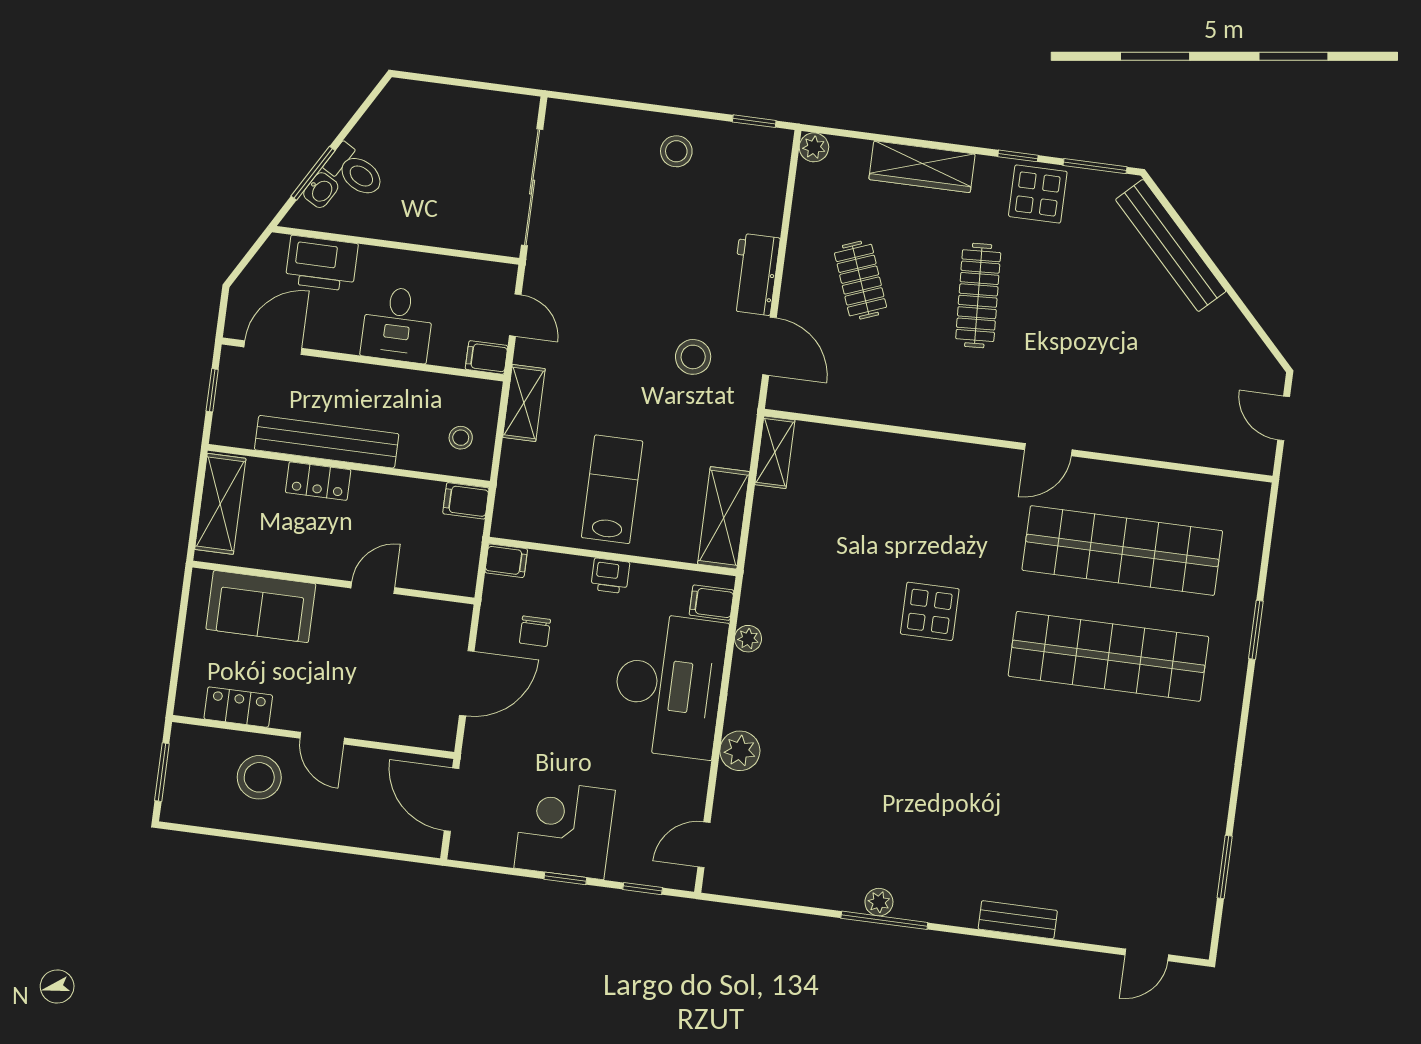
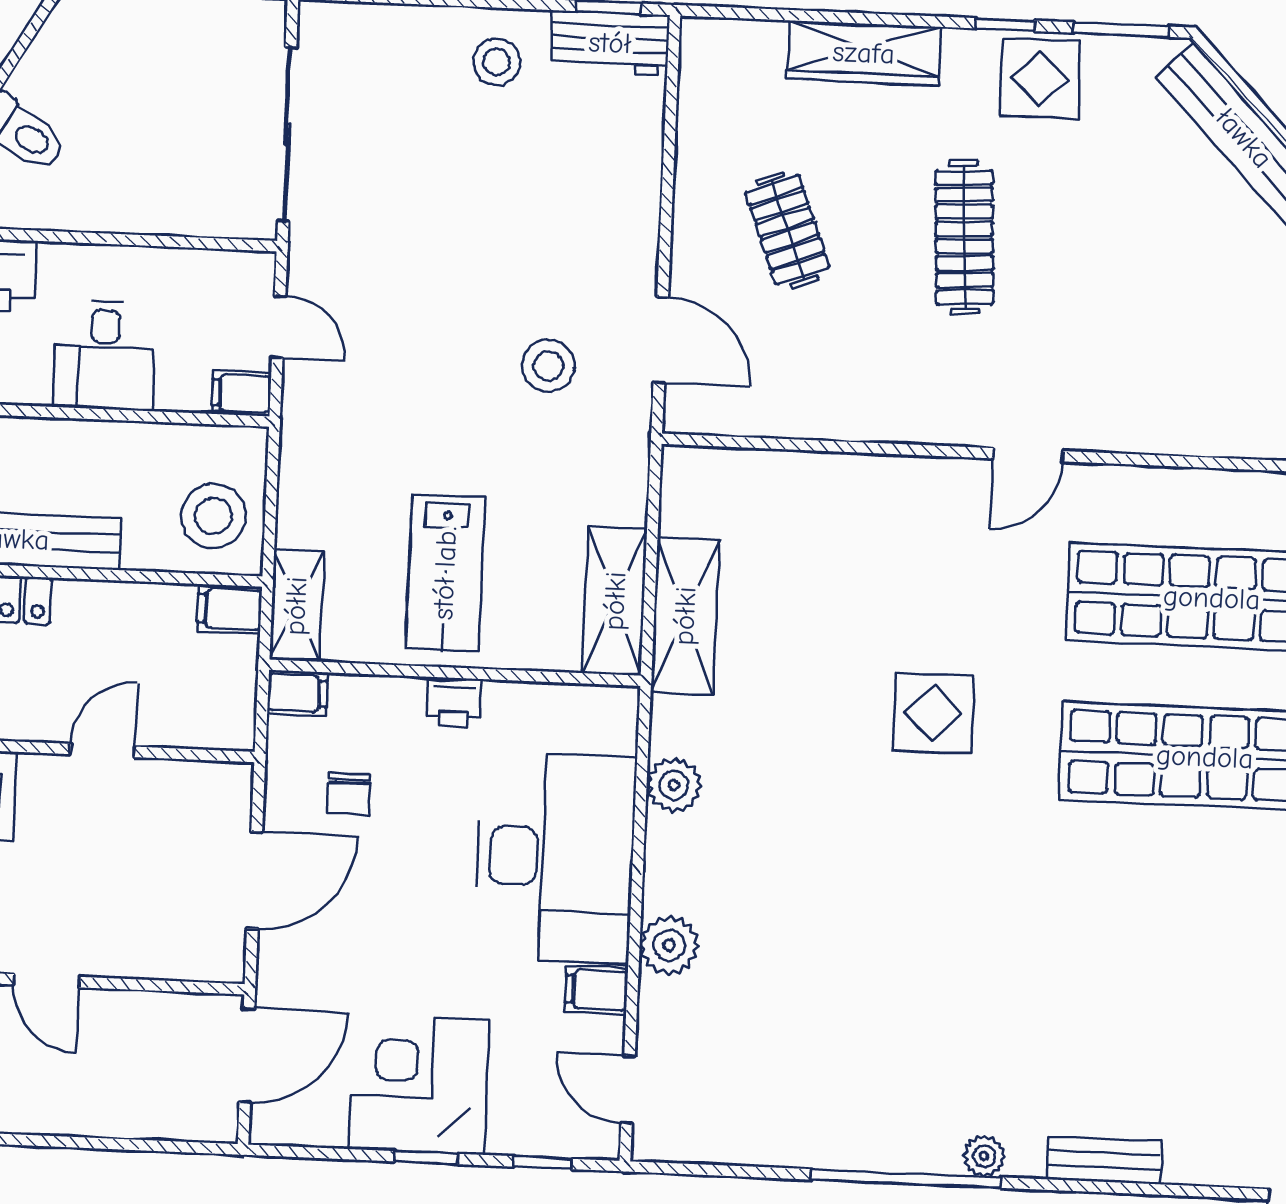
plant: (814, 147) -> (701, 38), removed
workbench: (755, 274) -> (610, 43), moved, turned -90
shelving: (524, 403) -> (296, 606), moved
stool: (461, 438) -> (213, 516), width x1.89, depth x1.89
door: (1048, 450) -> (1028, 455), moved
shelving: (775, 452) -> (685, 616), moved, width x1.50, depth x1.33
lab bench: (612, 489) -> (445, 573), turned 180
filing cabinet: (712, 603) -> (596, 990), moved
plant: (748, 639) -> (674, 785), width x1.38, depth x1.38
door: (451, 800) -> (247, 1055), swing flipped
door: (704, 845) -> (628, 1090), hinge flipped
plant: (879, 902) -> (984, 1156), moved
window: (884, 920) -> (906, 1179), width x1.46

